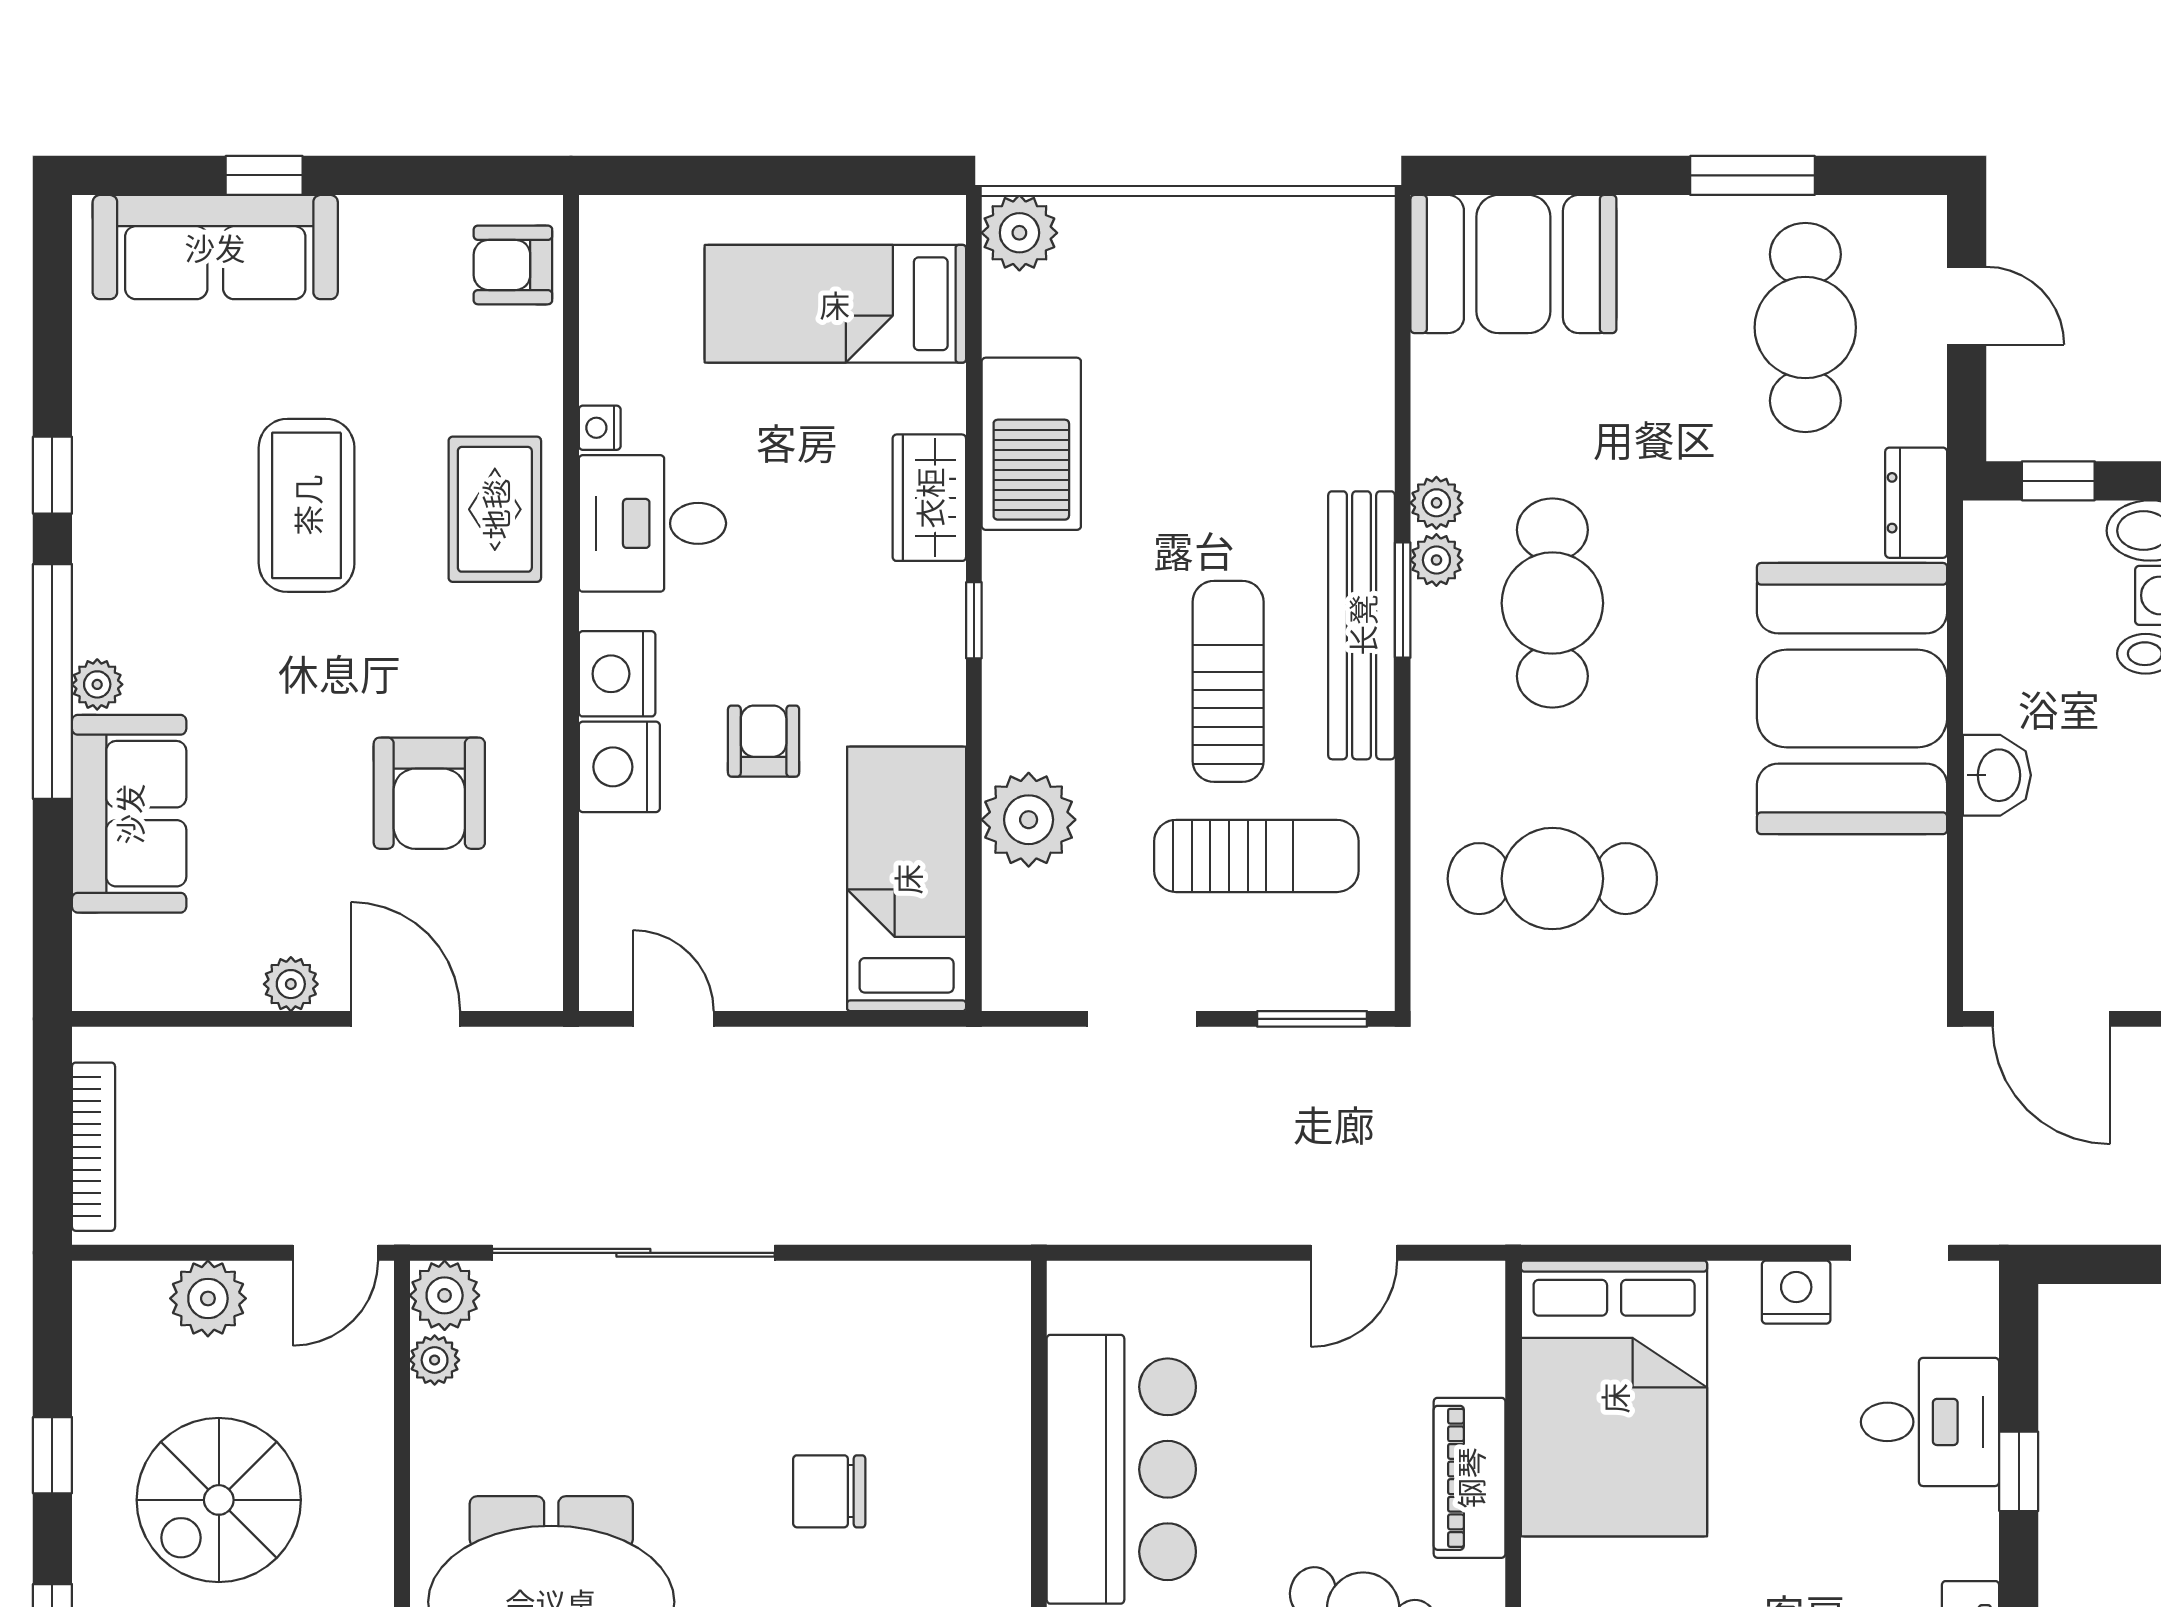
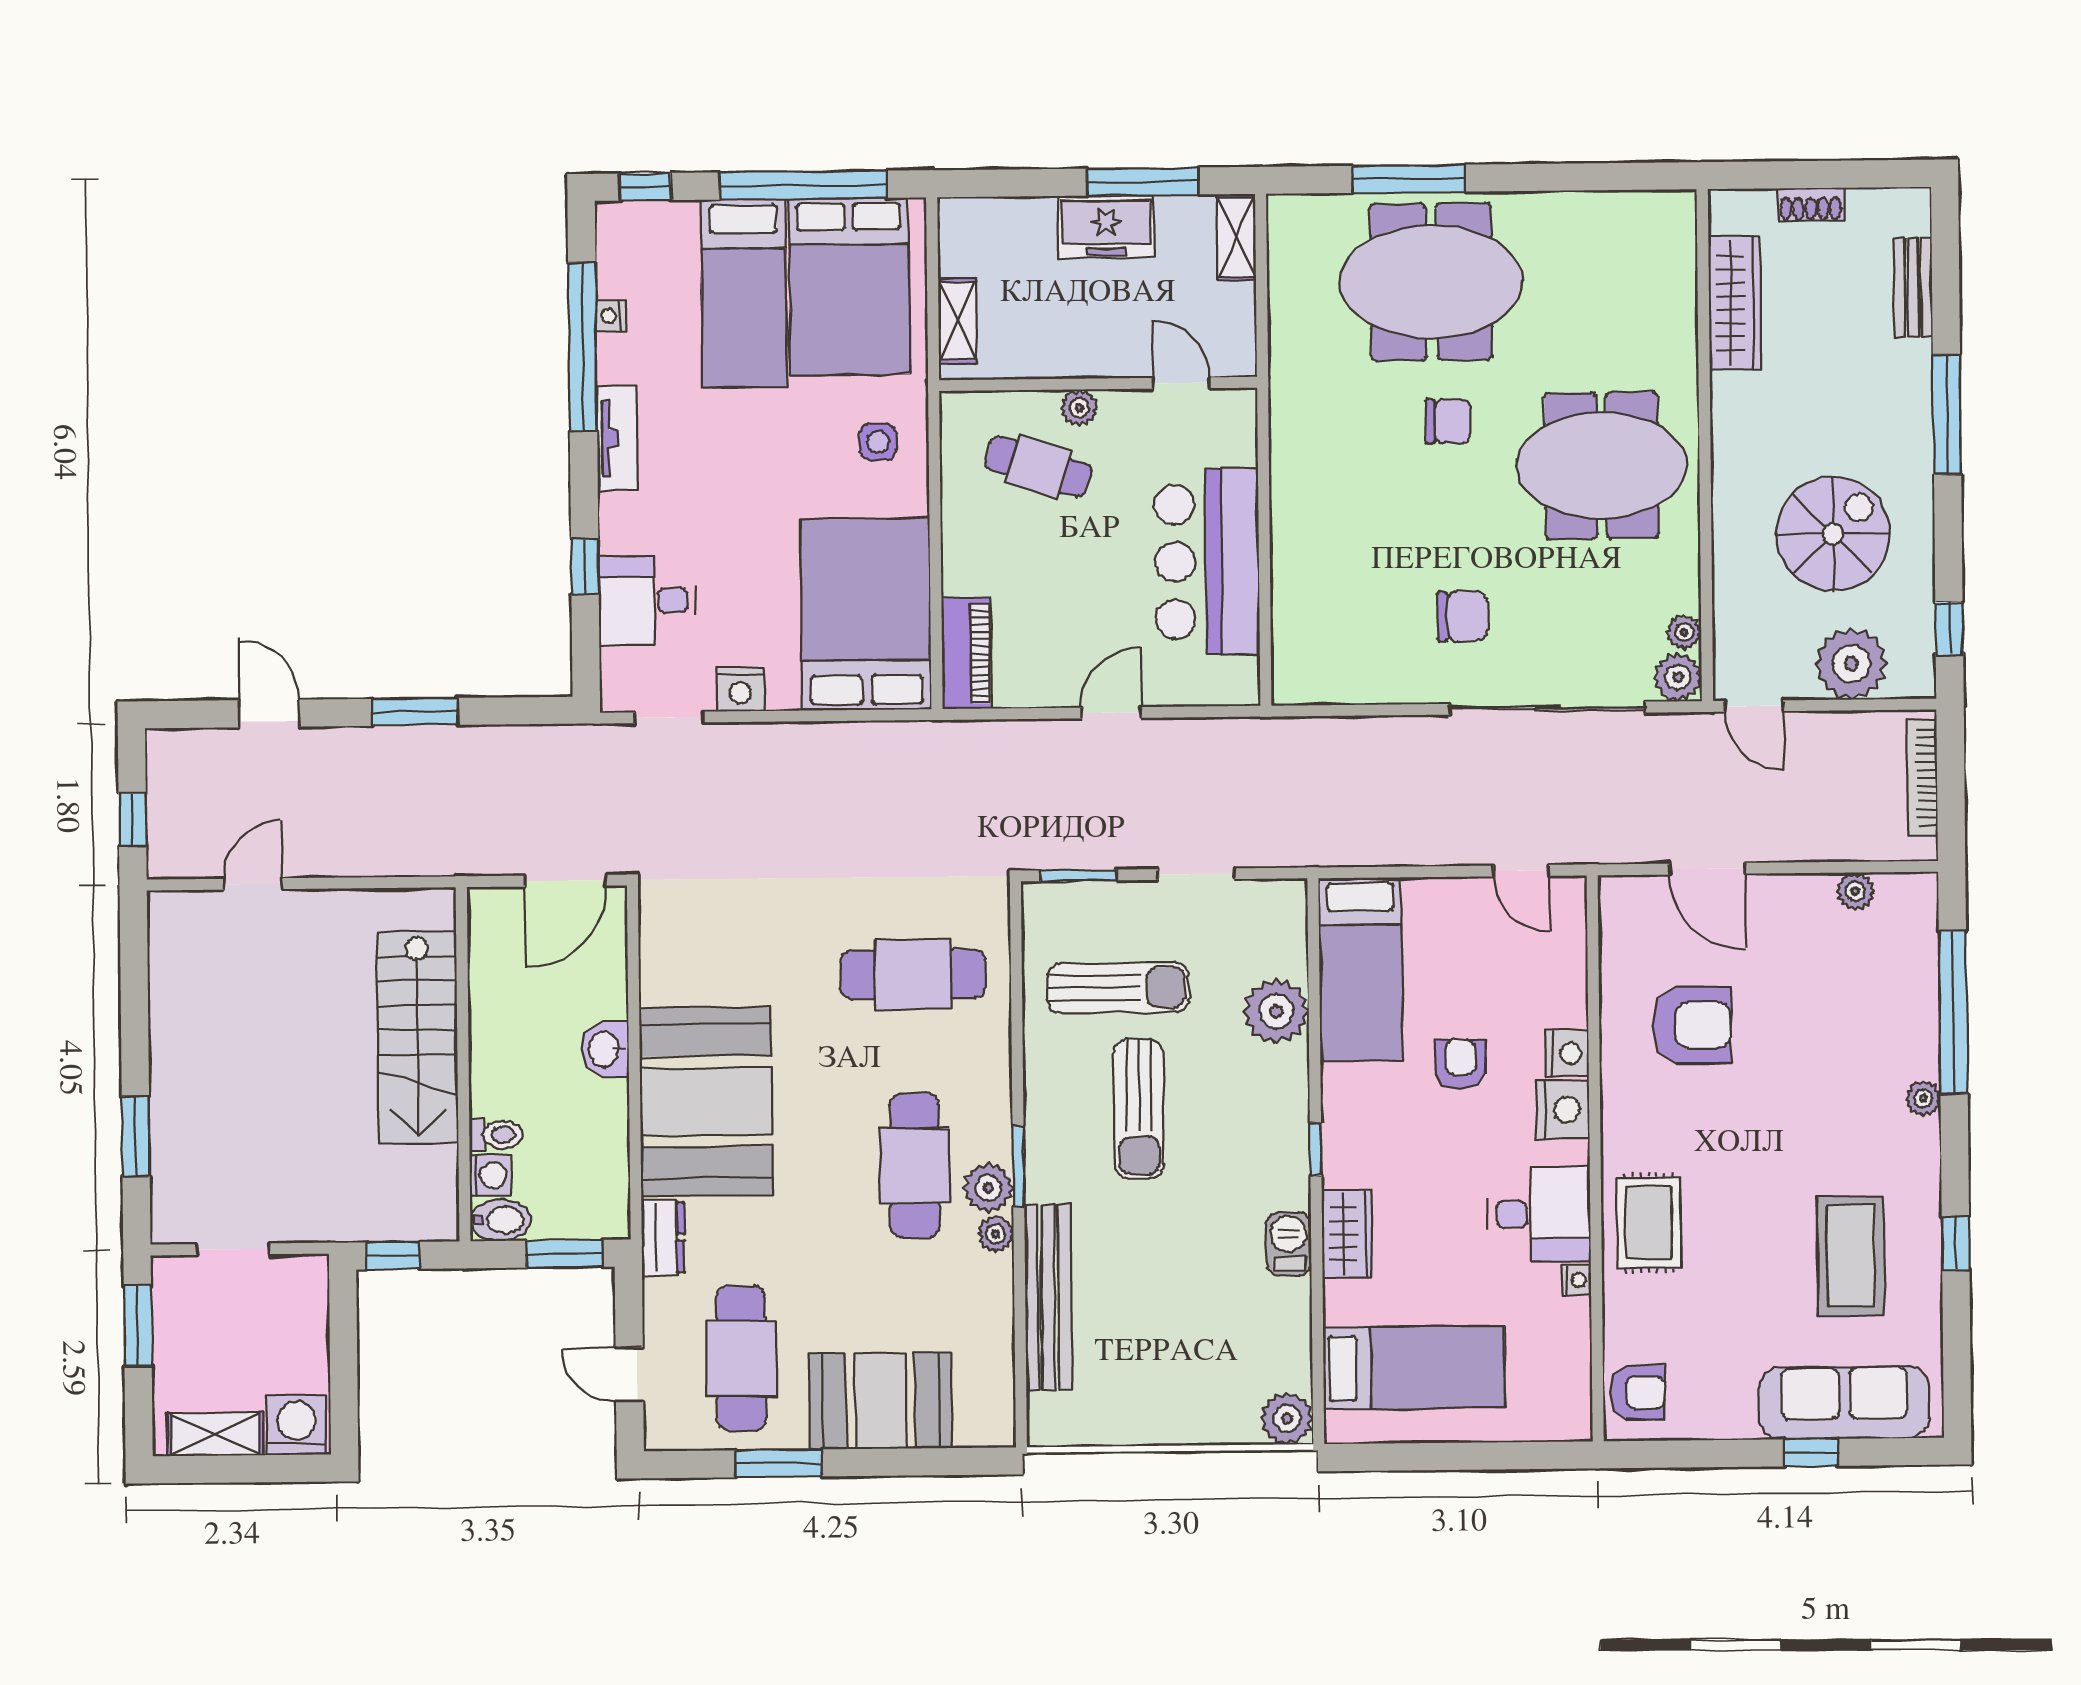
booth: (1513, 264) -> (881, 1401), moved
barbecue: (1031, 444) -> (1289, 1244), width x0.53, depth x0.65
window: (2058, 481) -> (565, 1254), width x1.50
coffee table: (307, 505) -> (1851, 1256), moved
plant: (1436, 560) -> (988, 1188), width x1.38, depth x1.38
bench: (1362, 625) -> (1048, 1297), moved
window: (52, 682) -> (1953, 1012), moved
armchair: (764, 741) -> (1461, 1064), turned 180
nightstand: (619, 767) -> (1567, 1053), width x0.74, depth x0.75
armchair: (429, 793) -> (1692, 1025), turned 90
sofa: (129, 814) -> (1900, 1009), removed
sun lounger: (1256, 856) -> (1118, 988), turned 180
plant: (291, 984) -> (1855, 891), moved
door: (2051, 1019) -> (565, 881), swing flipped
door: (336, 1253) -> (1754, 706), swing flipped
door: (1354, 1253) -> (1111, 713), moved
plant: (208, 1298) -> (1851, 664), width x1.36, depth x1.36
window: (52, 1455) -> (1949, 628), moved
piano: (1470, 1478) -> (967, 653), moved
chair: (829, 1491) -> (1462, 616), moved

